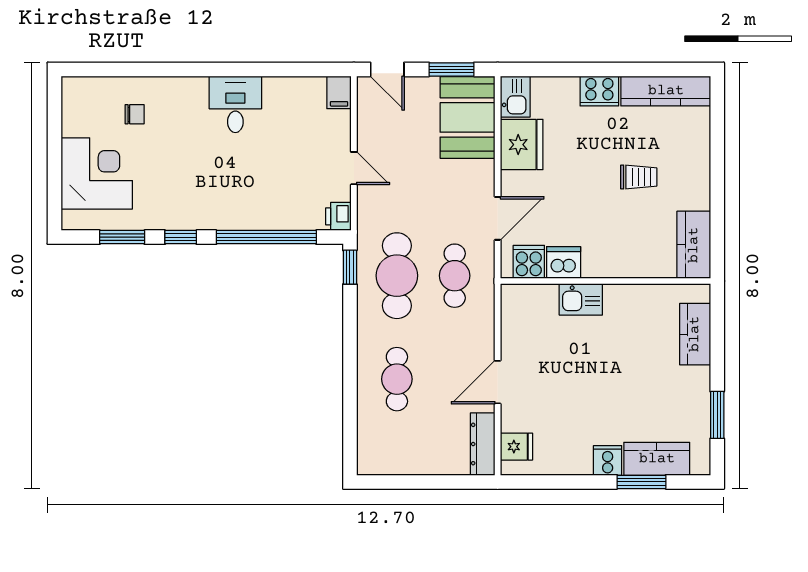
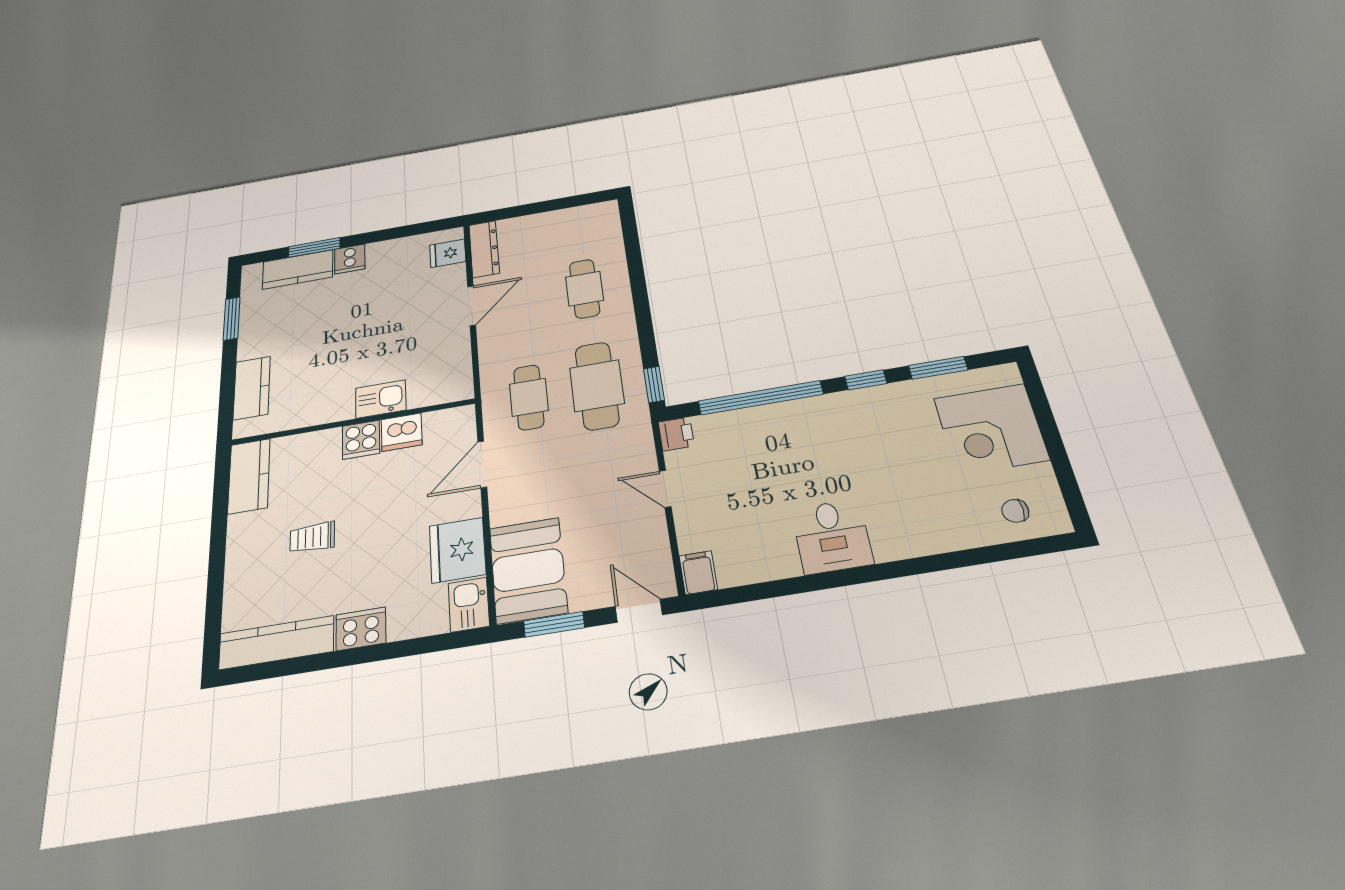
chair: (135, 114) -> (1015, 511), moved
cooker: (529, 262) -> (361, 440), moved

